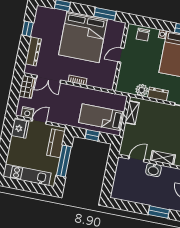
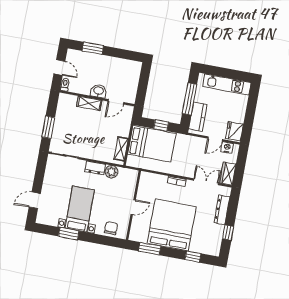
bed: (102, 117) -> (152, 144), width x1.50

